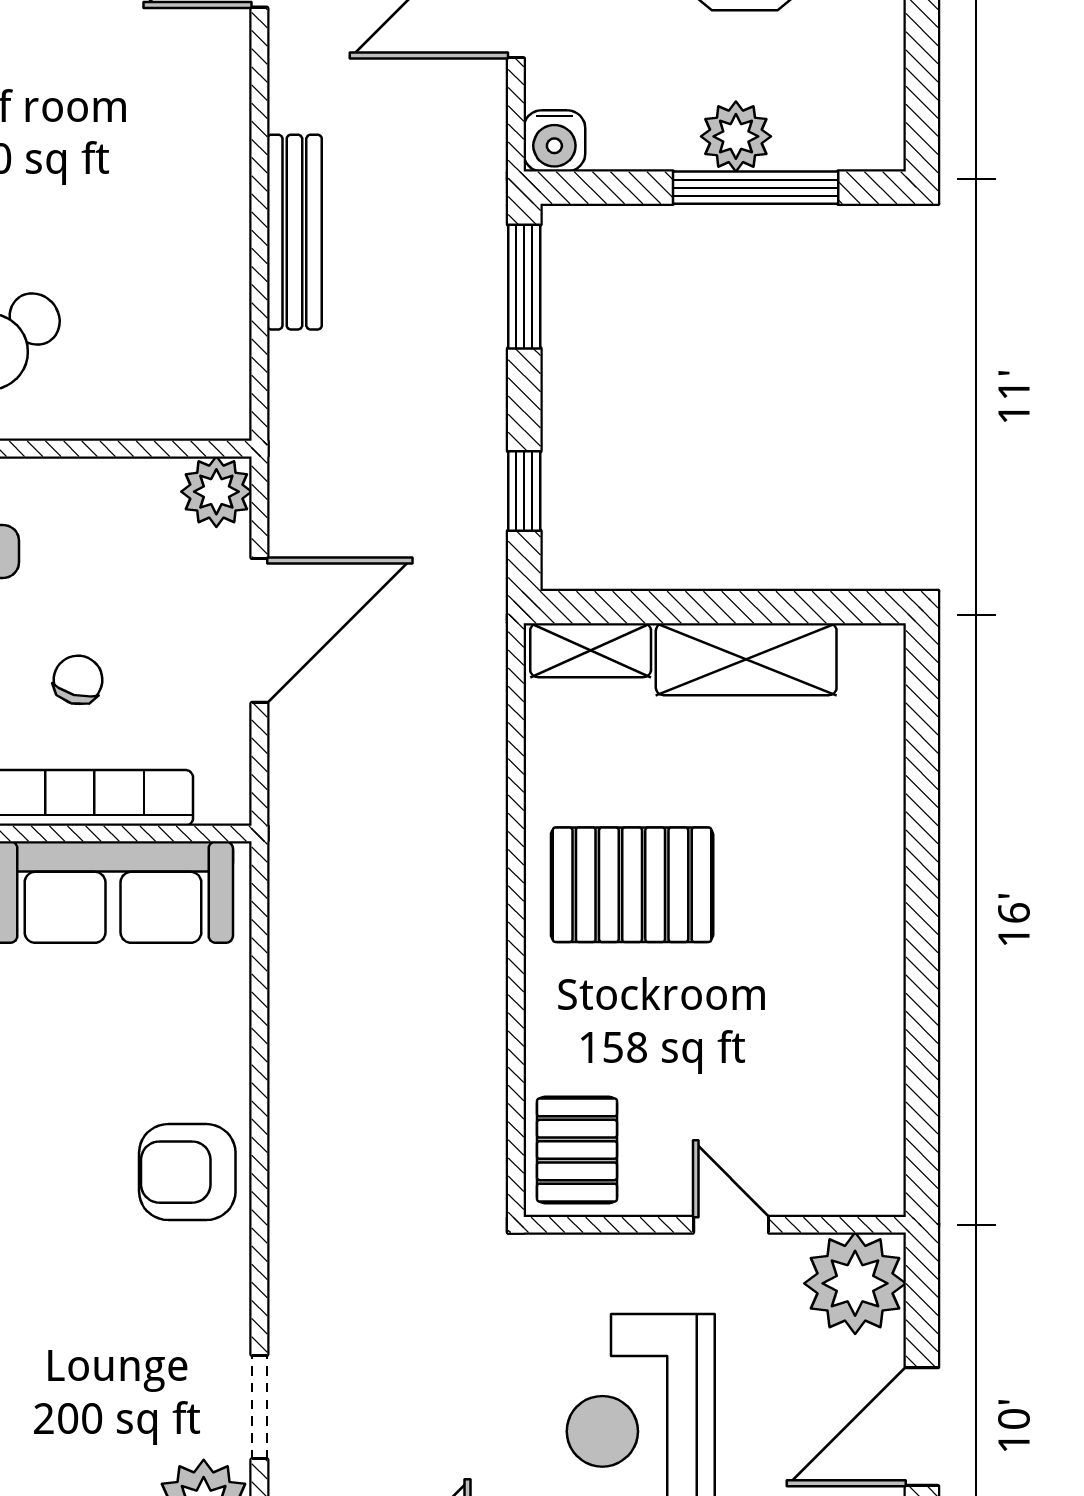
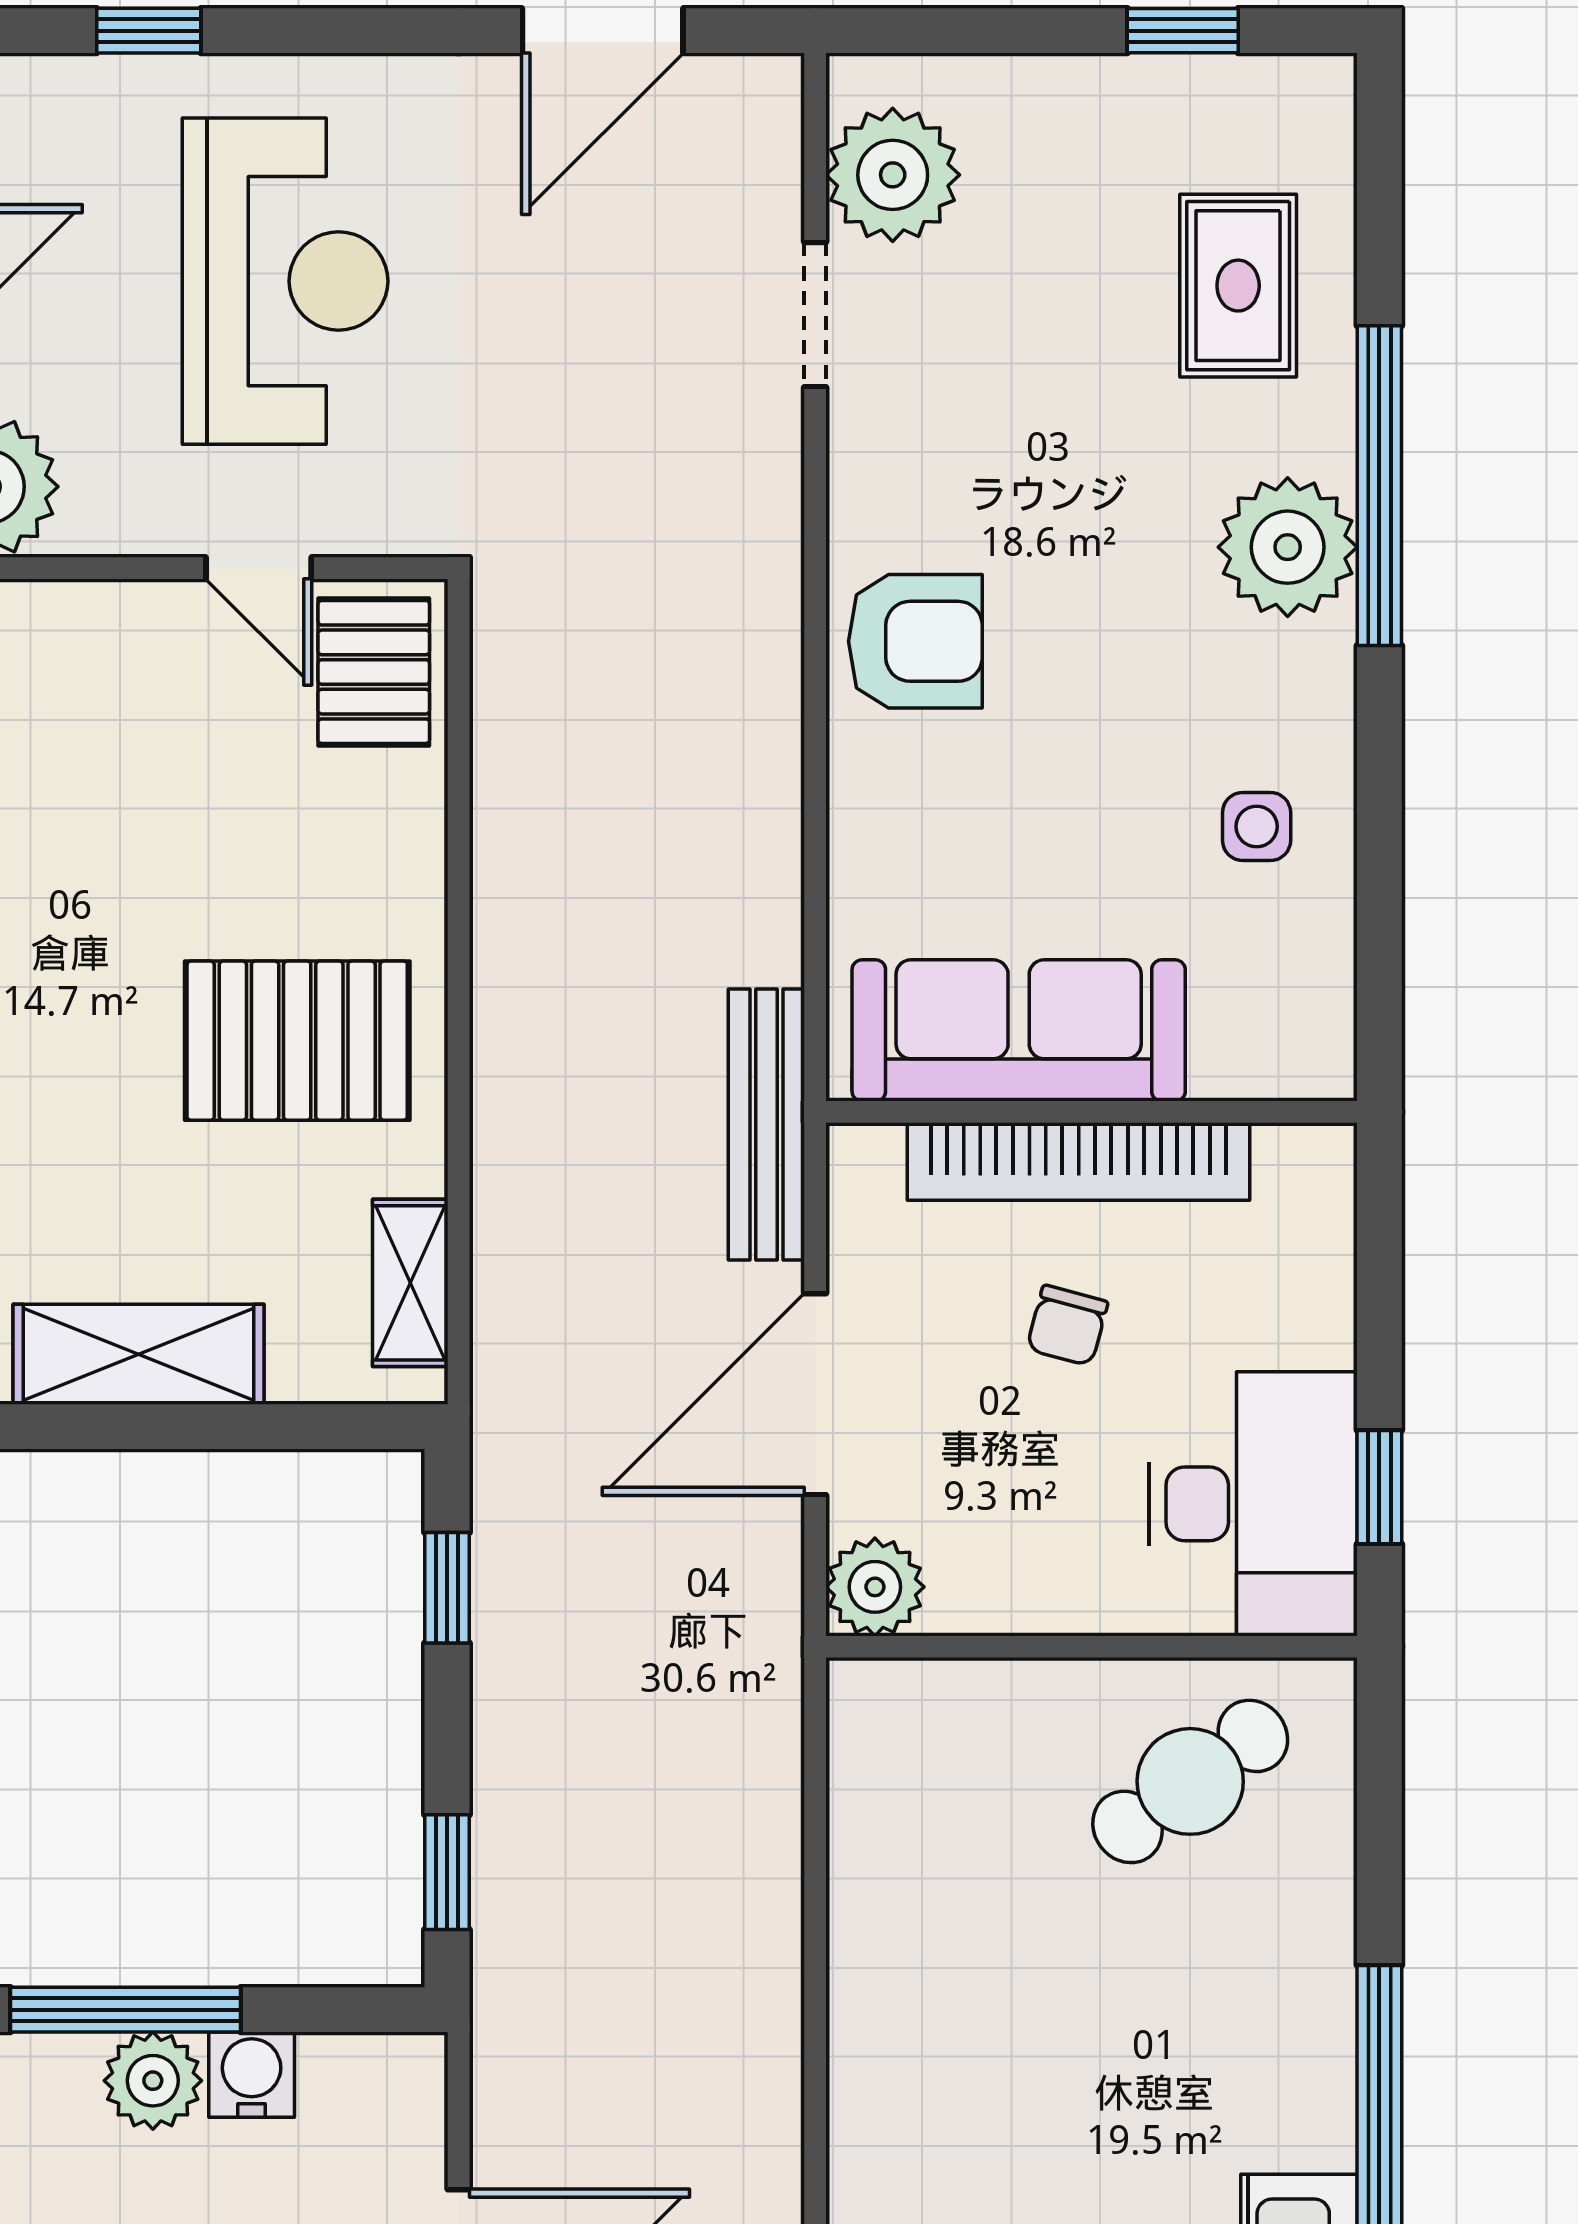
water cooler: (554, 141) -> (252, 2075), moved
bench: (294, 232) -> (766, 1124), moved
window: (524, 287) -> (447, 1872), width x0.67
shelving: (591, 650) -> (410, 1283), moved, turned 90
door: (731, 1225) -> (259, 568), moved

